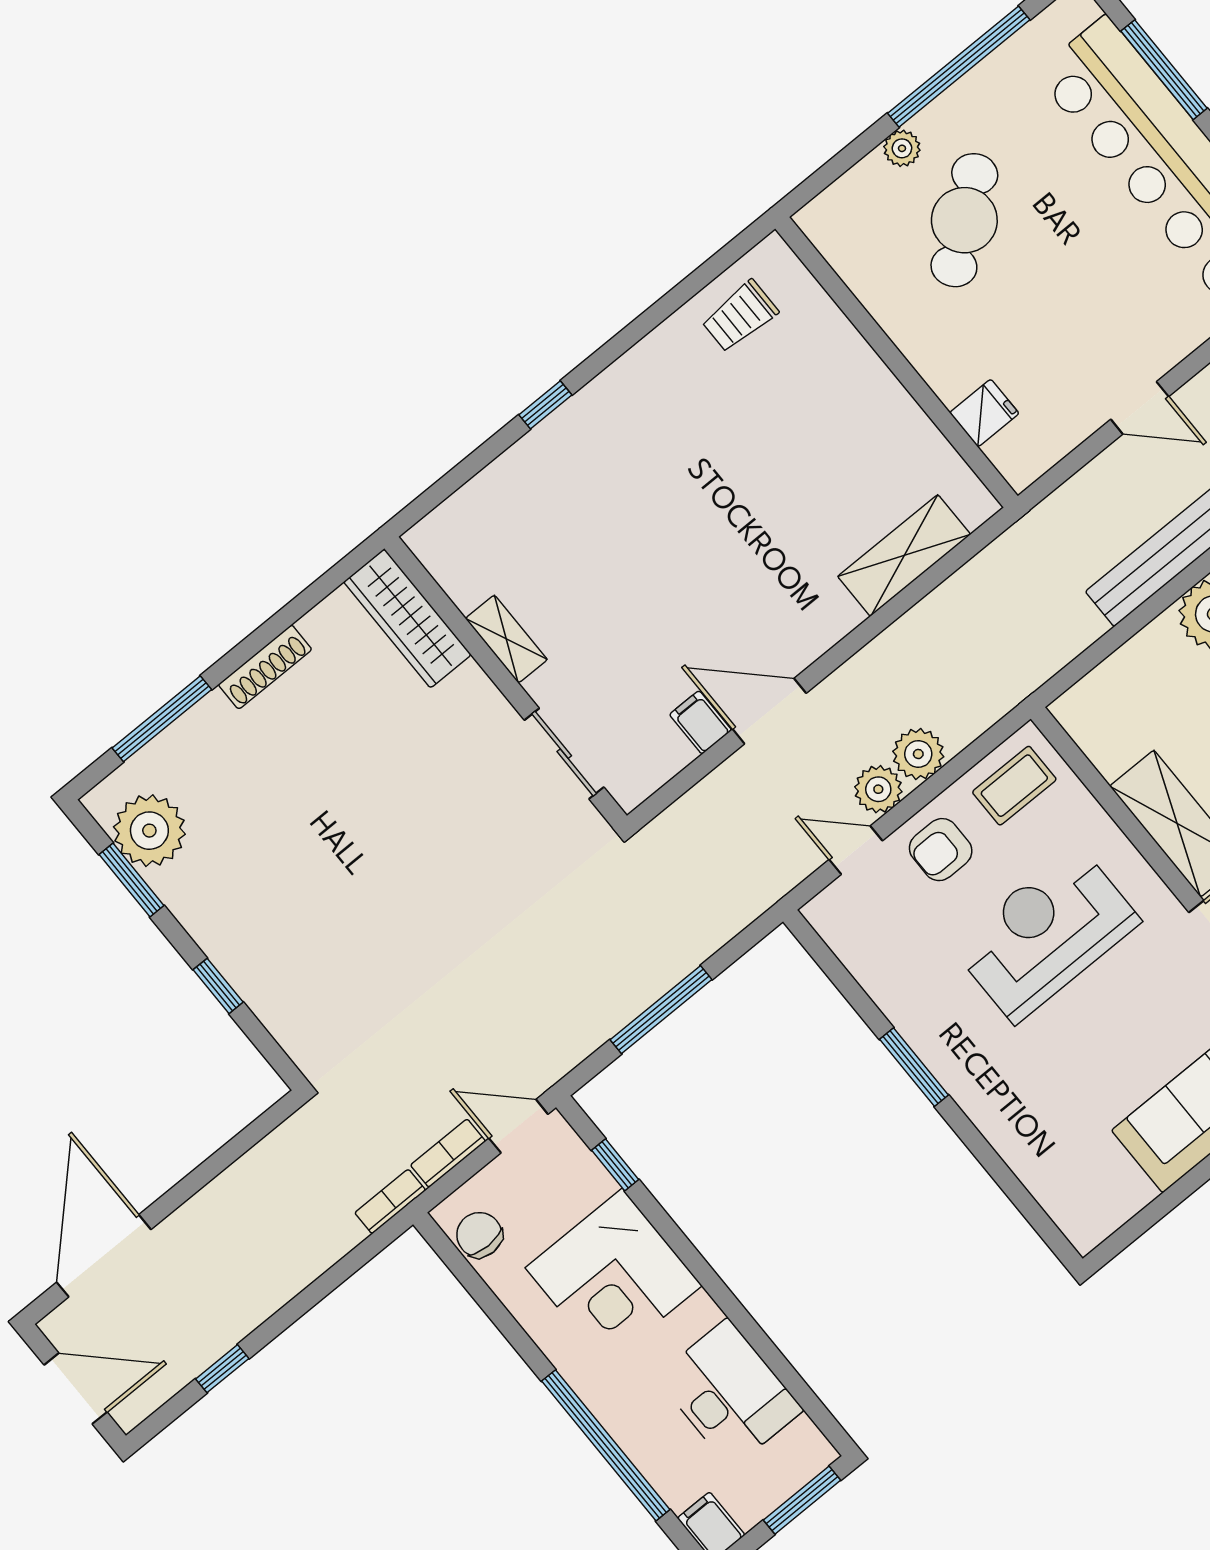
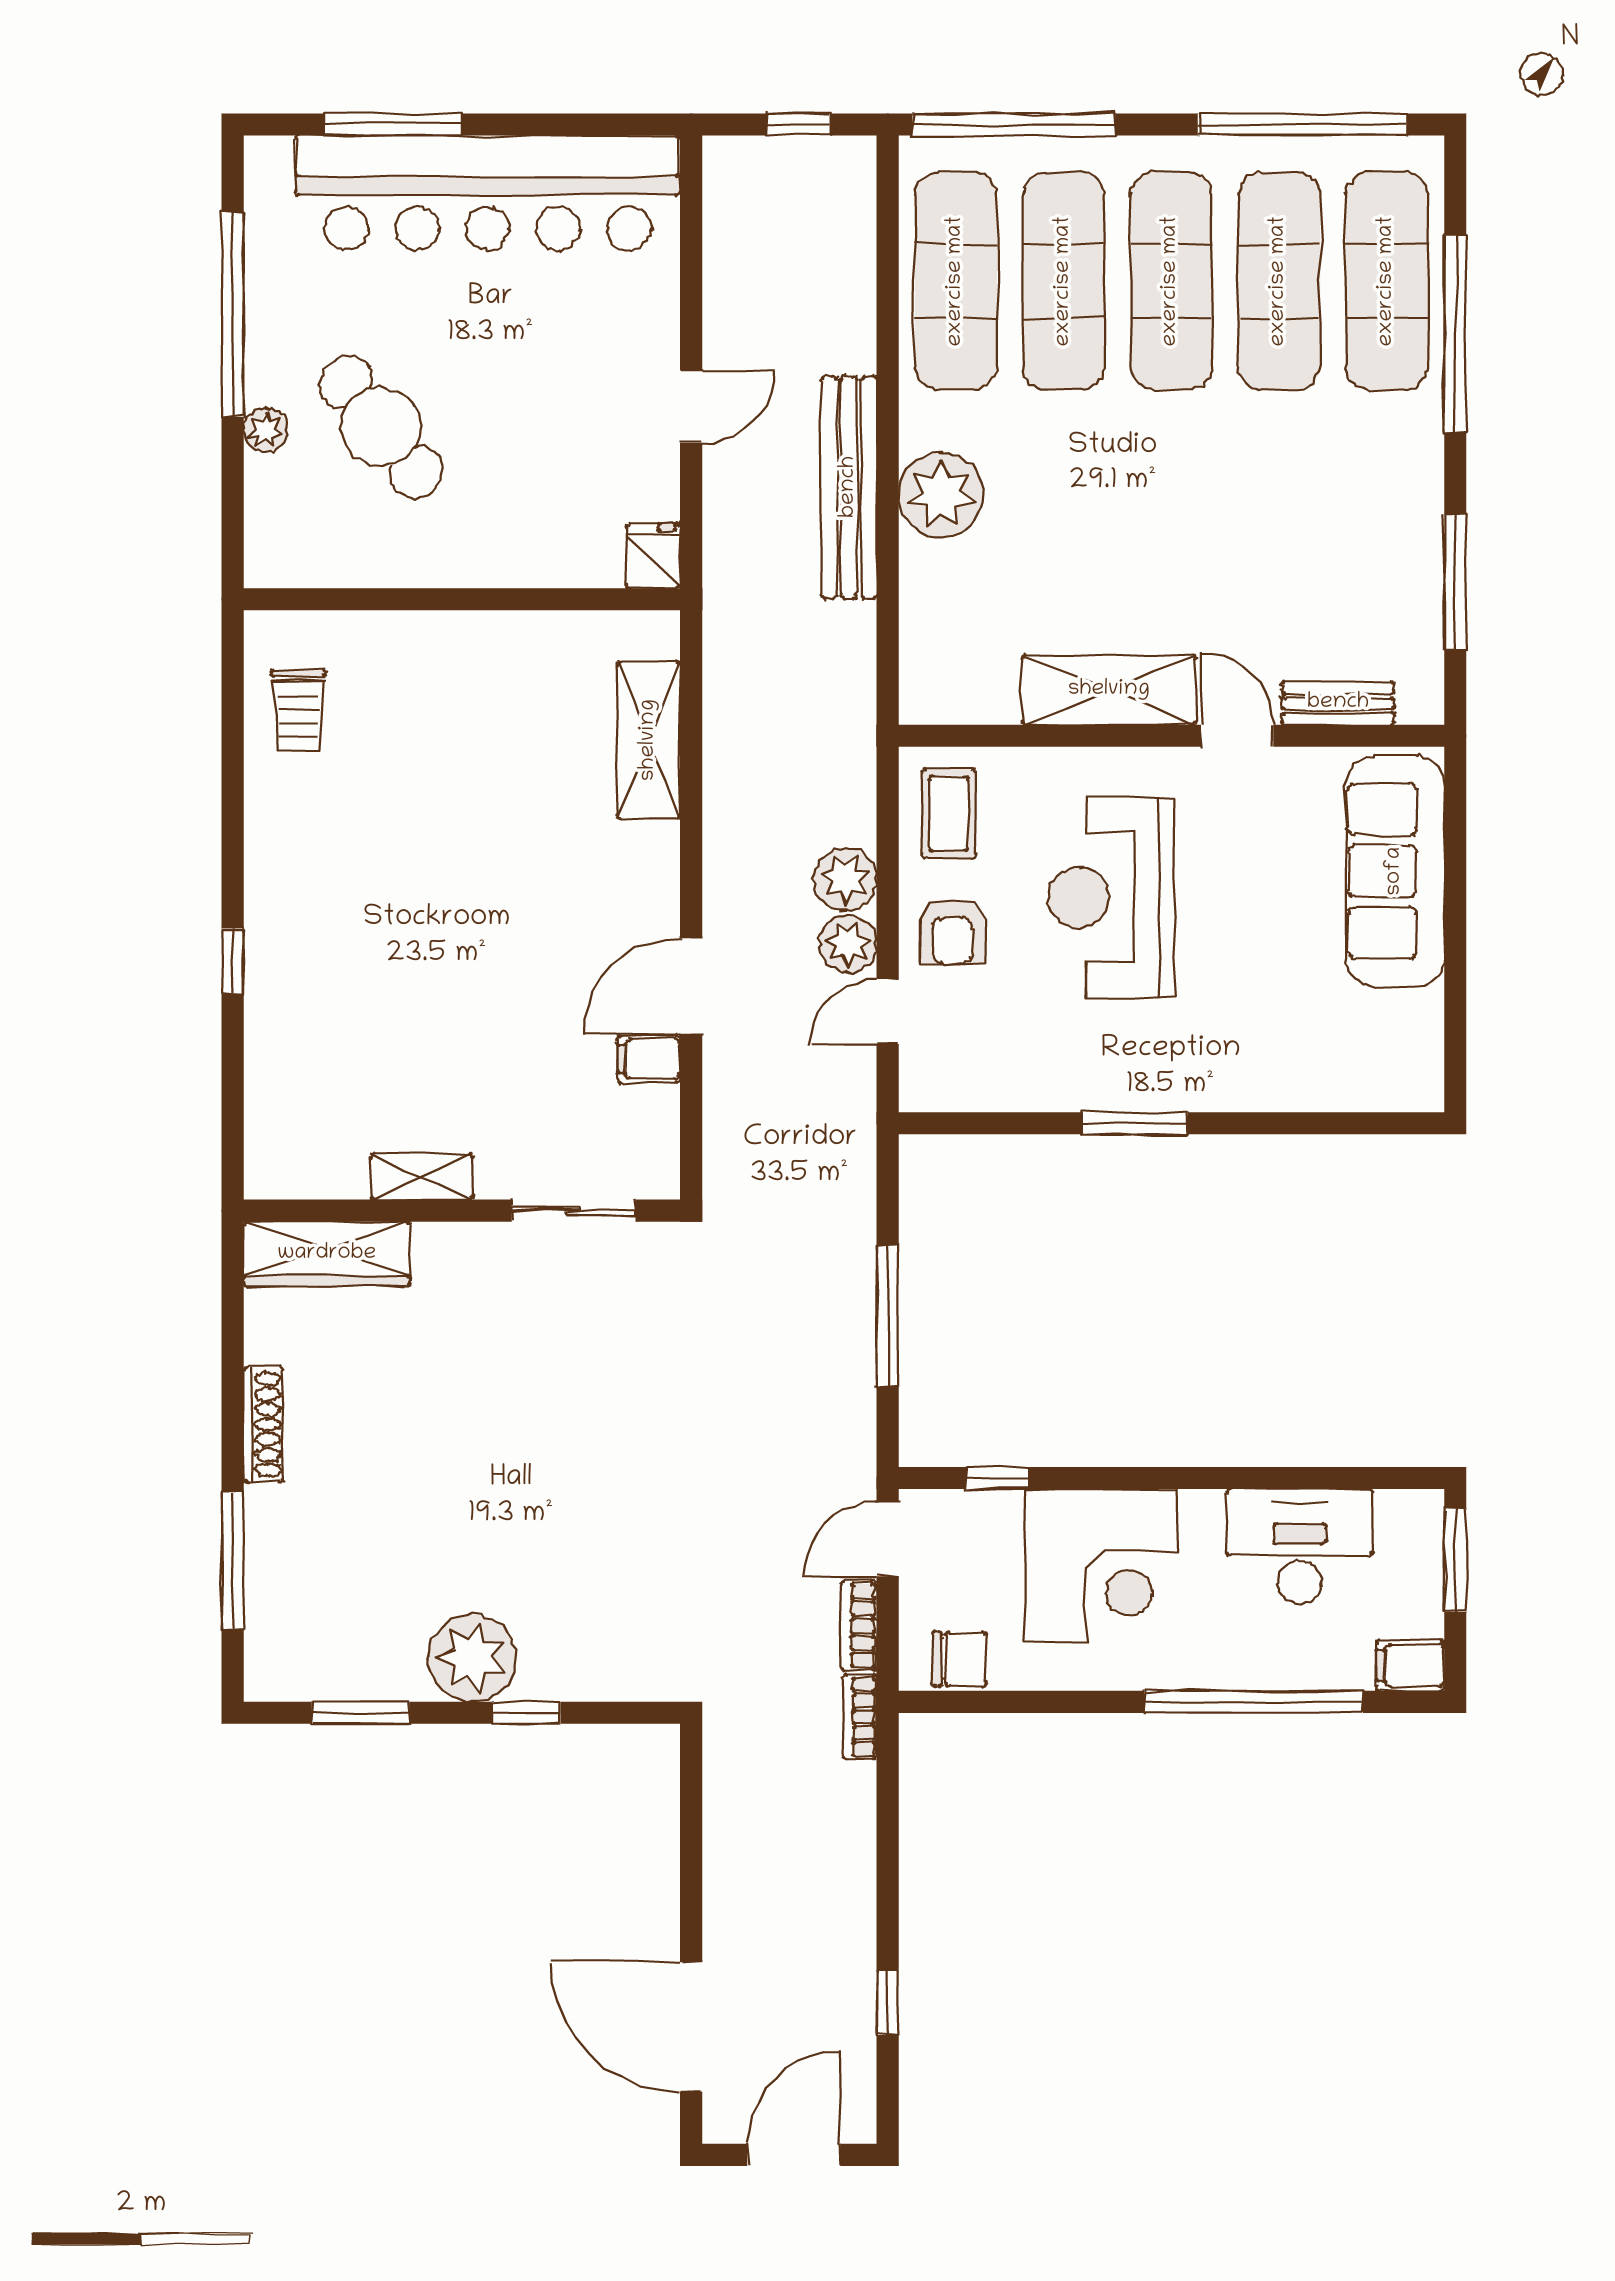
fridge: (984, 413) -> (653, 556), moved
plant: (149, 831) -> (472, 1658), moved
chair: (479, 1235) -> (959, 1659), turned 180

